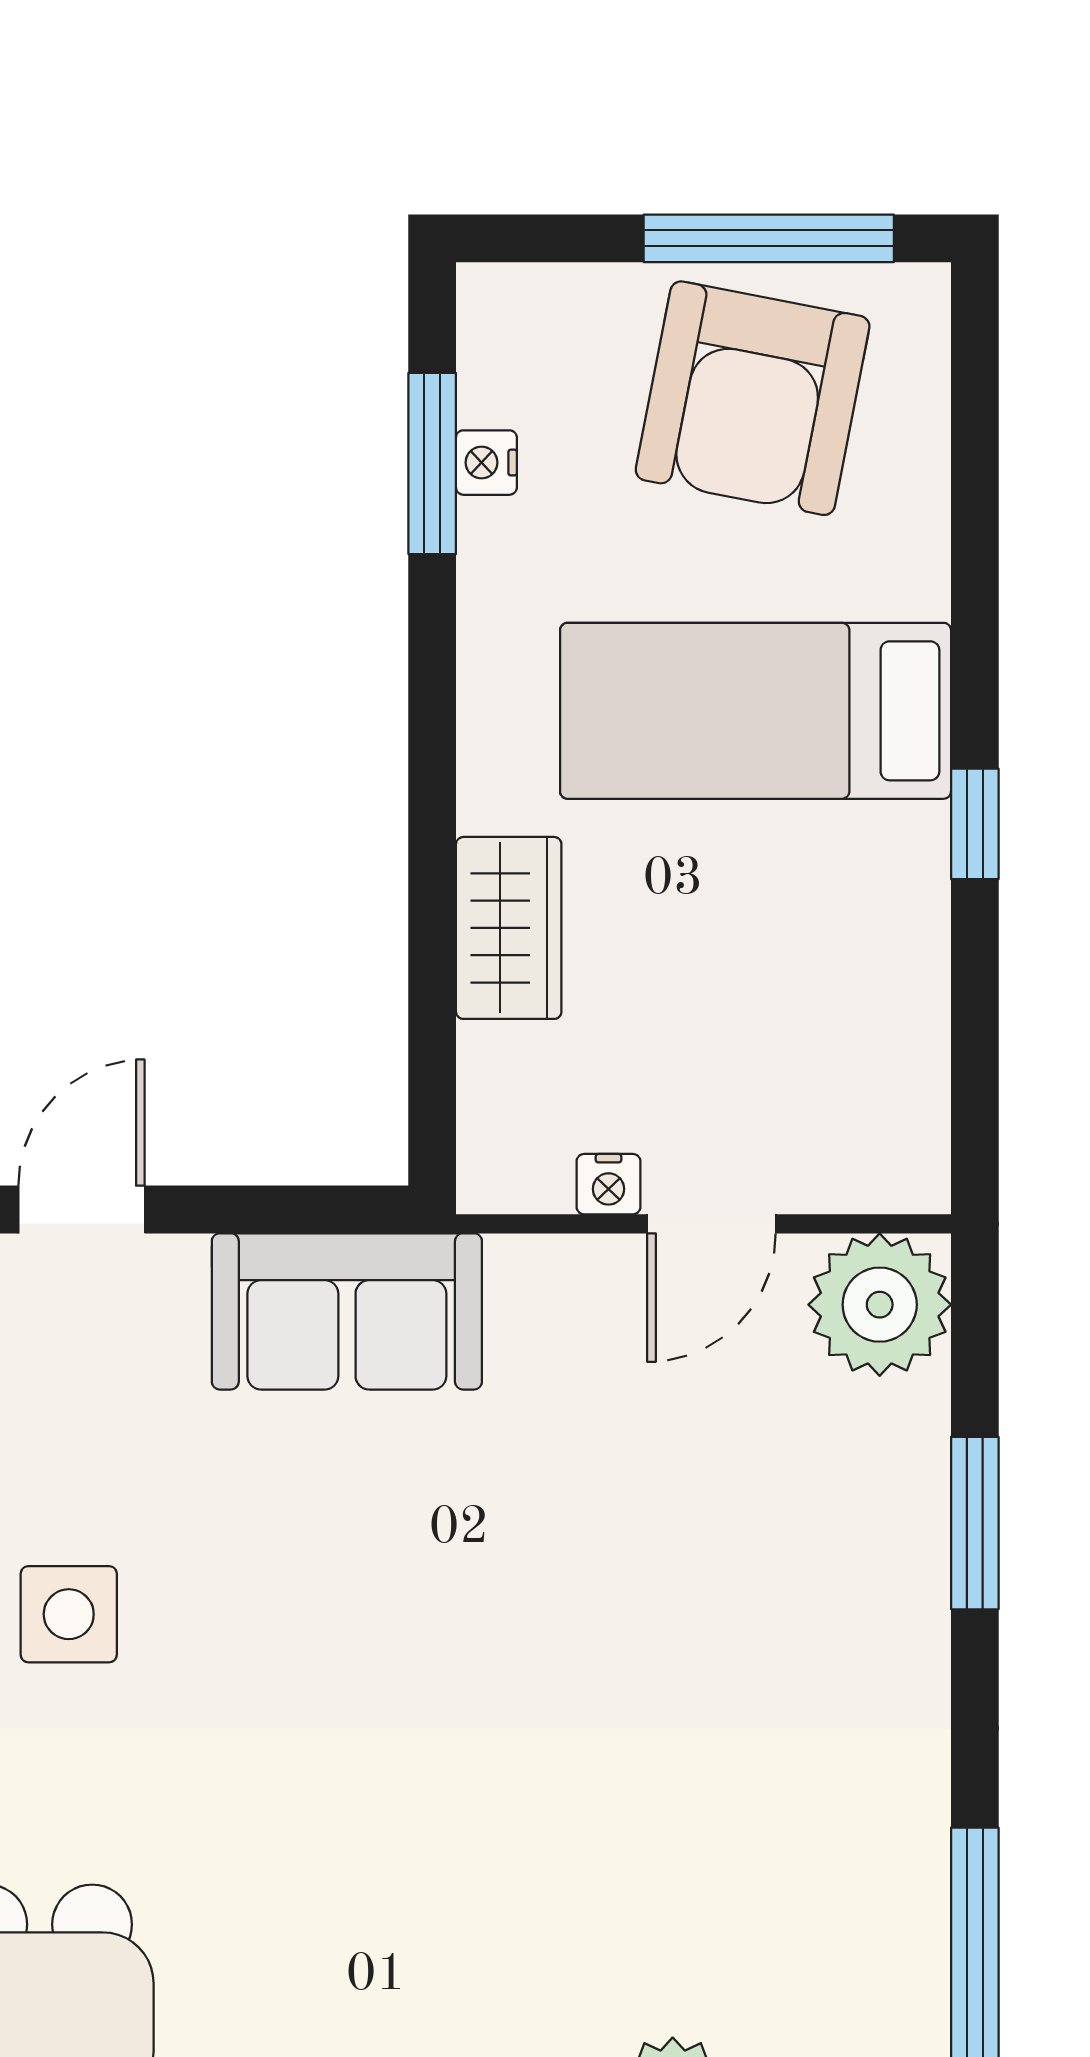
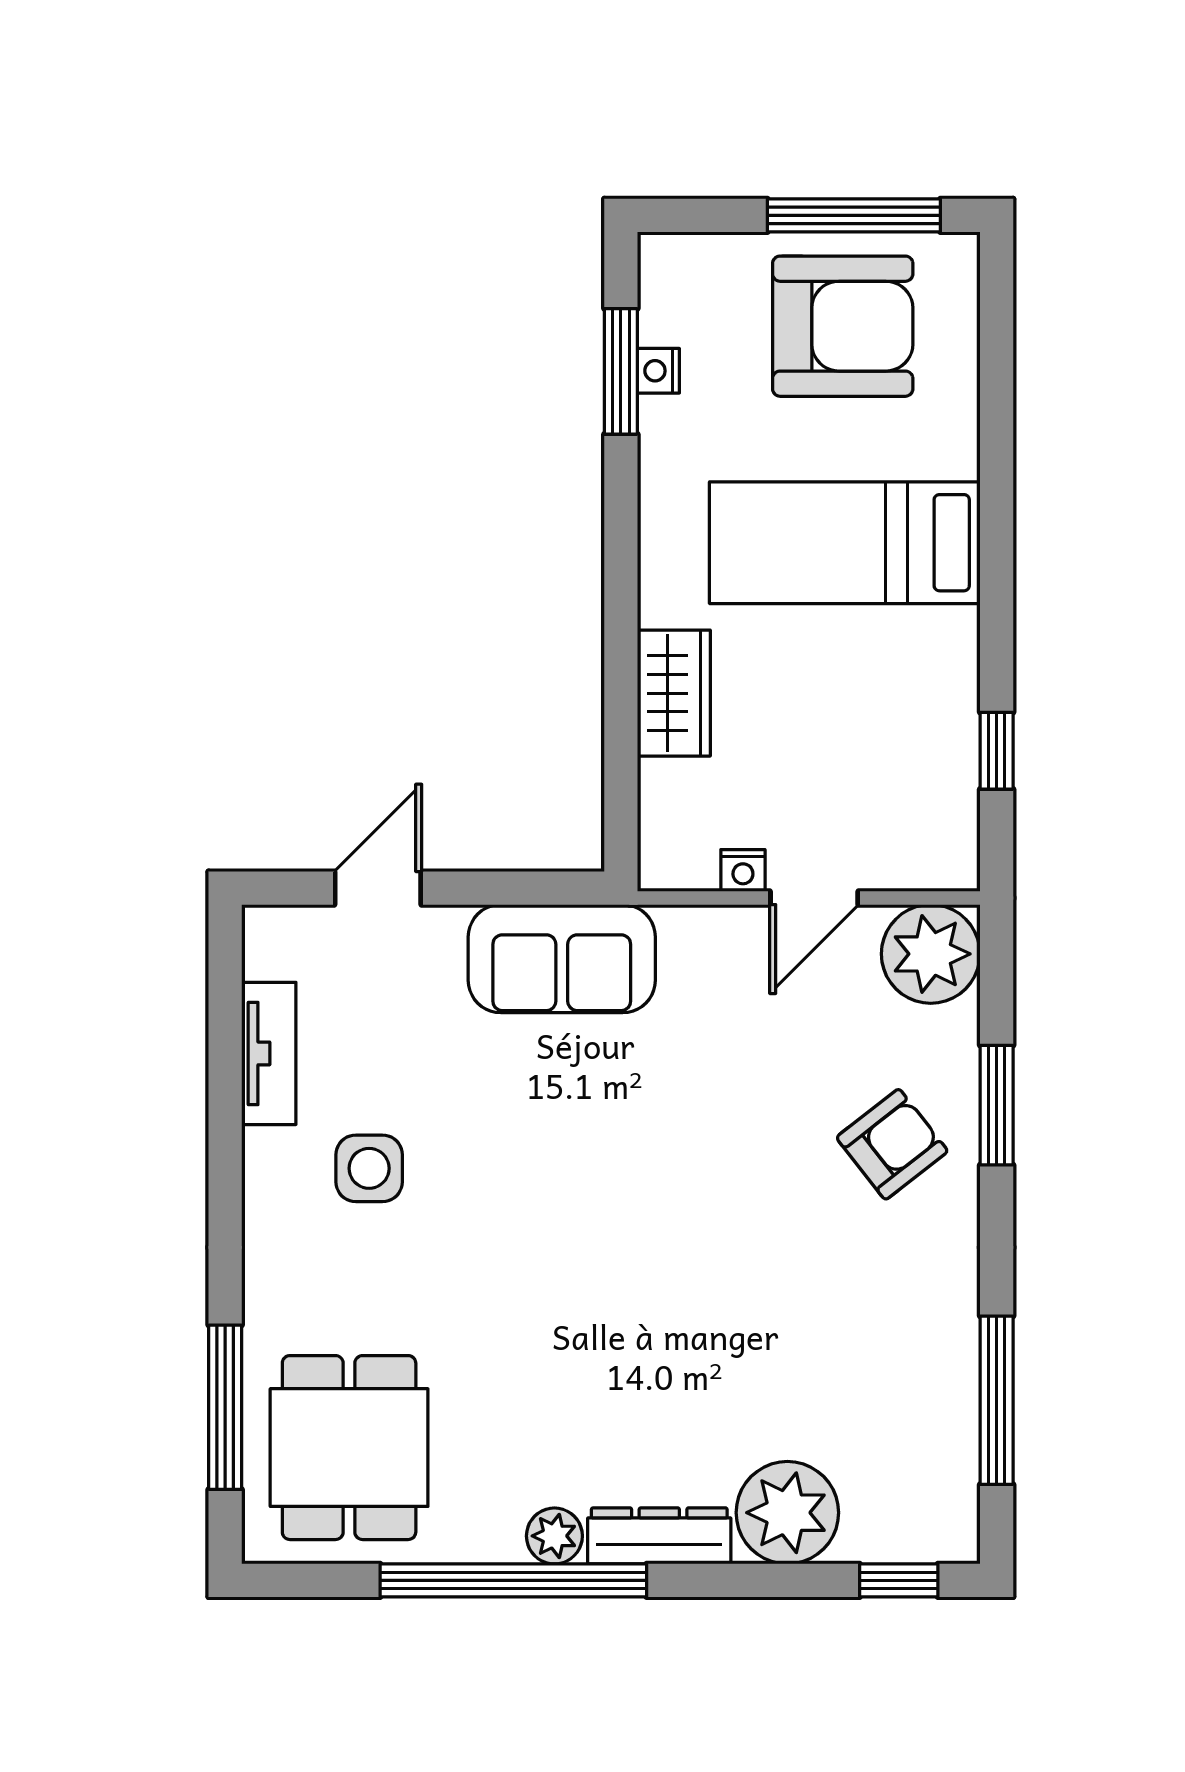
armchair: (753, 398) -> (843, 326), turned -101
window: (975, 824) -> (997, 751), moved
armchair: (824, 1579) -> (892, 1144), added

